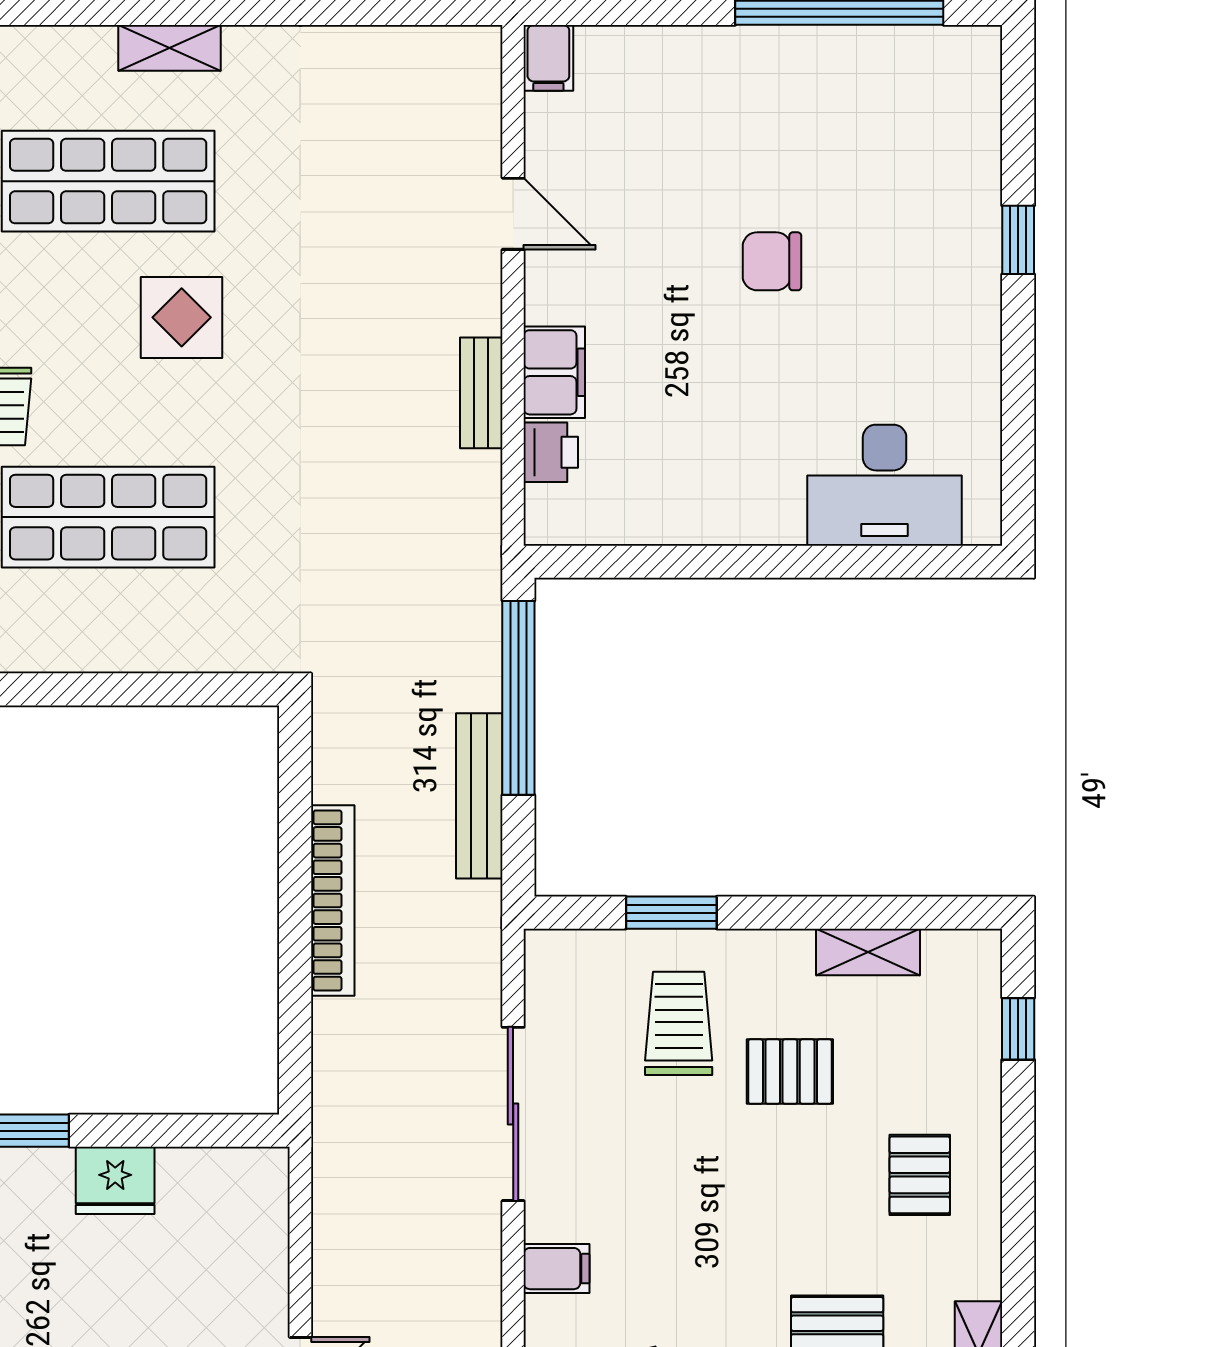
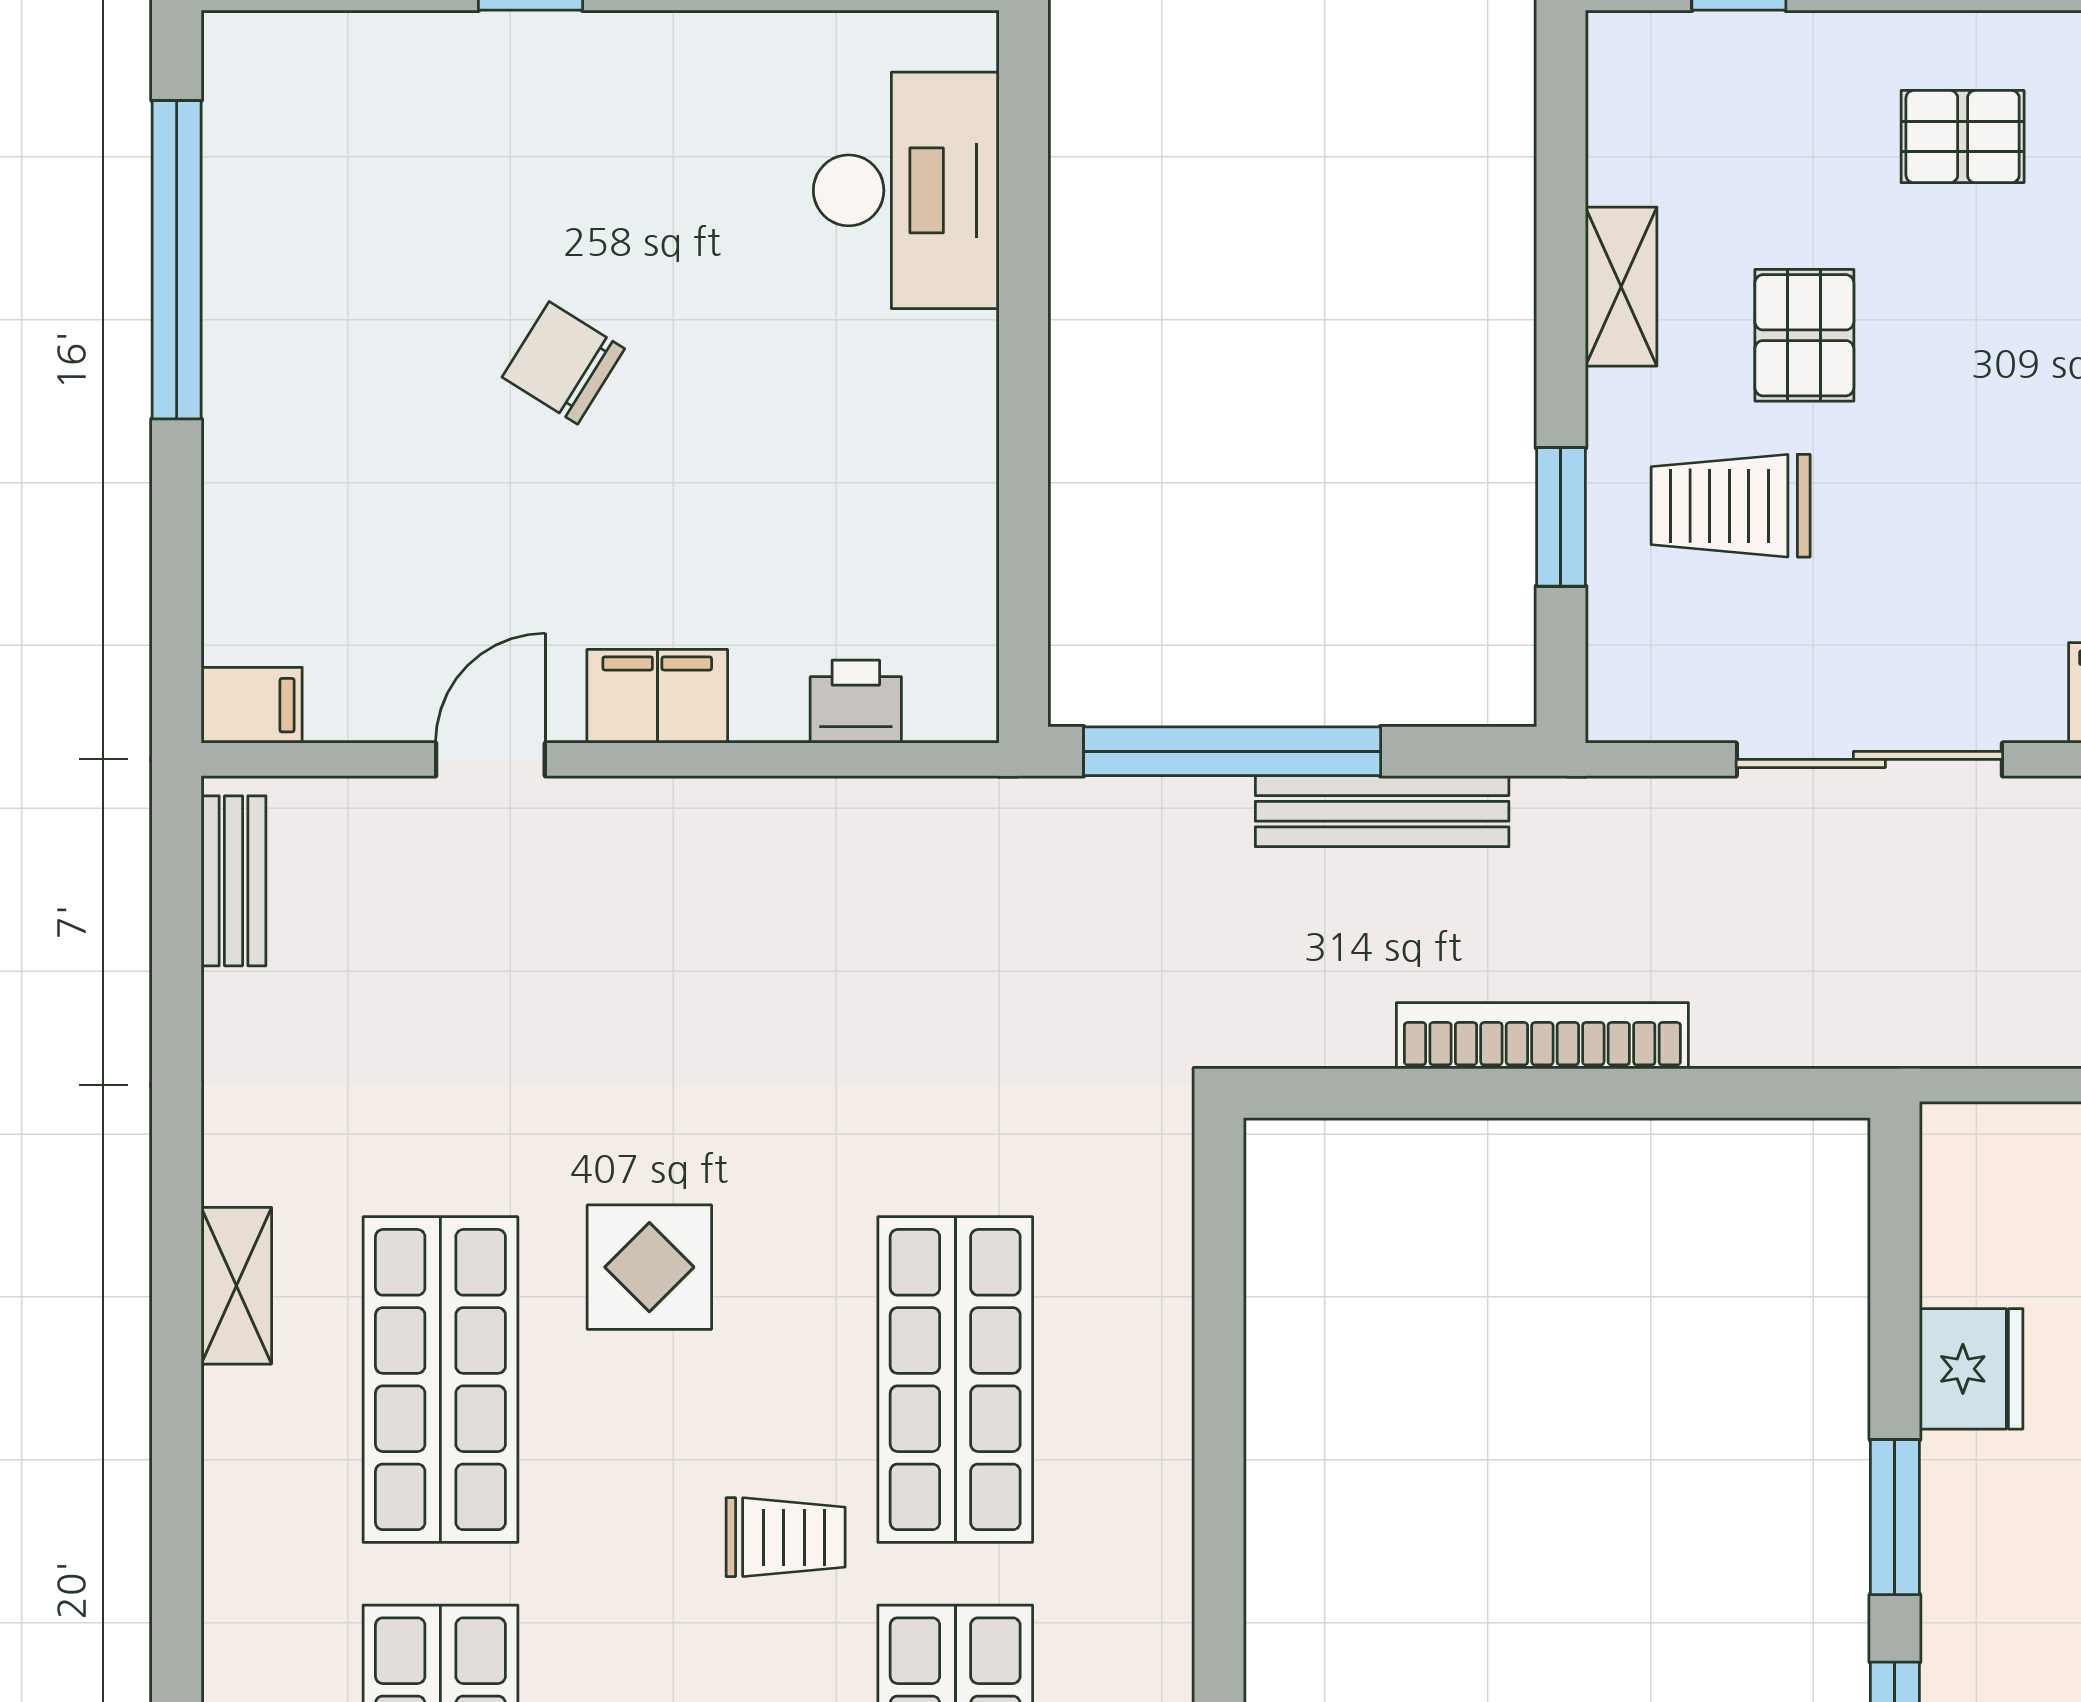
chair: (772, 261) -> (563, 363), turned 122
filing cabinet: (554, 372) -> (657, 696), moved
bench: (481, 393) -> (233, 881), moved, turned 90
shelving: (868, 952) -> (1621, 287), moved

